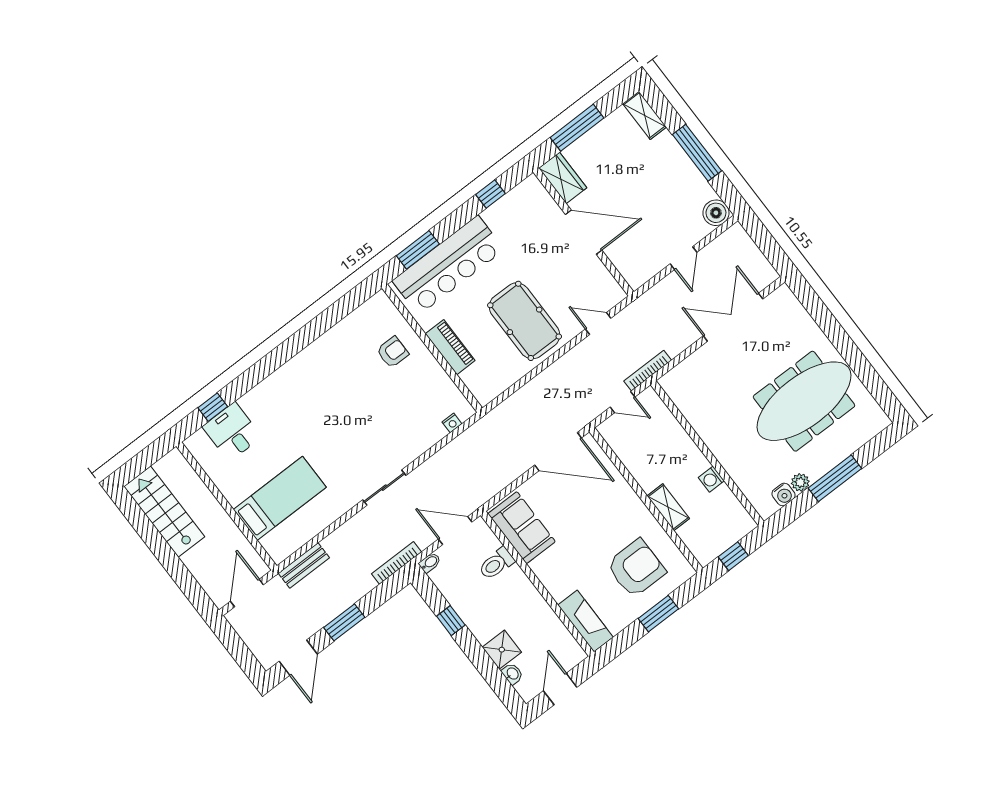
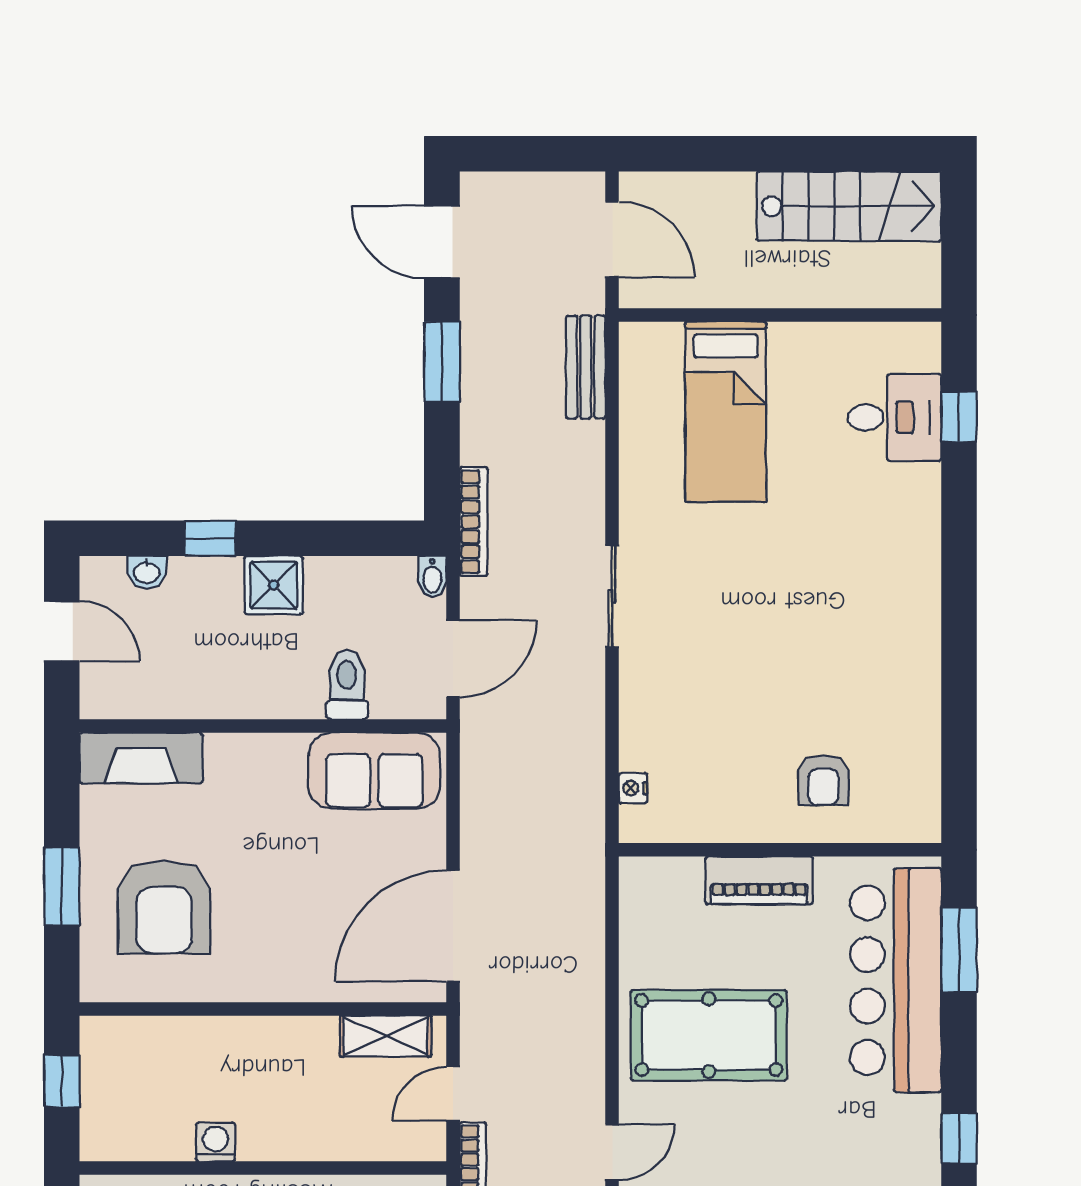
shelving: (668, 507) -> (386, 1036), moved
window: (451, 621) -> (210, 538), moved
shower: (502, 650) -> (274, 585), moved

